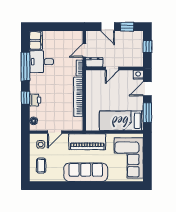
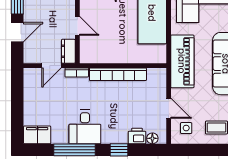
door: (84, 50) -> (51, 66), hinge flipped
desk: (42, 62) -> (85, 127), moved
printer: (35, 100) -> (137, 136), moved

